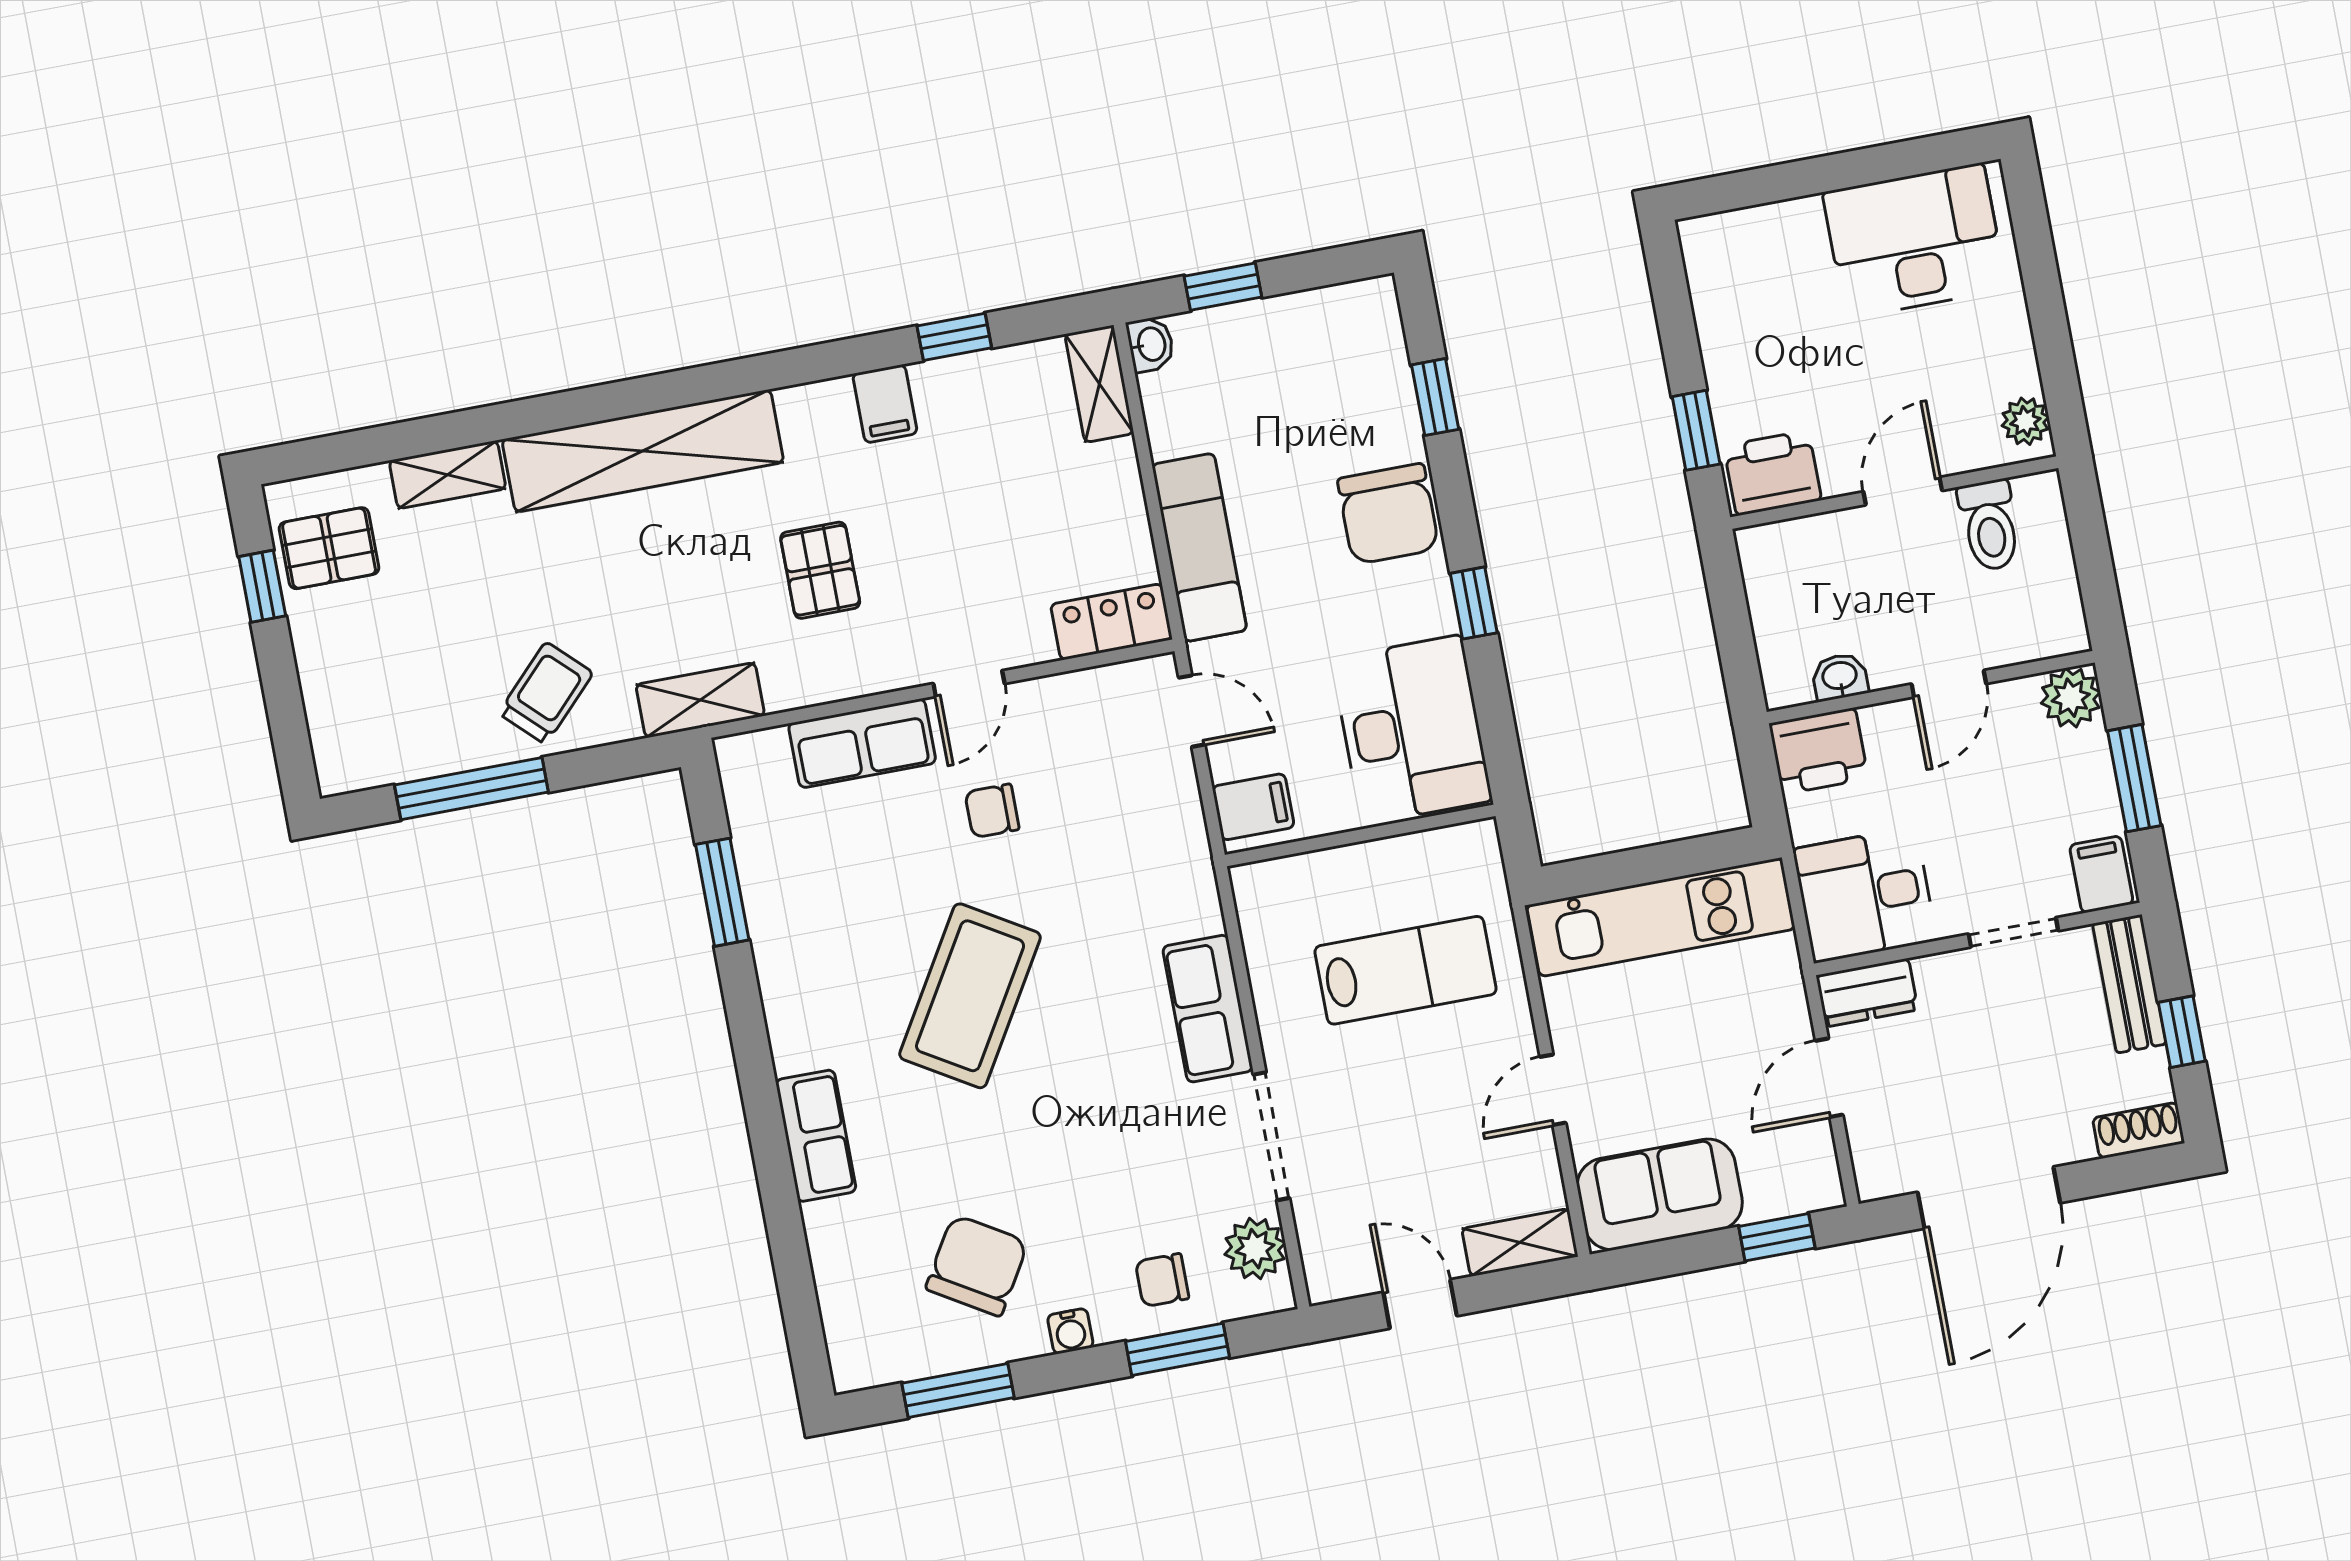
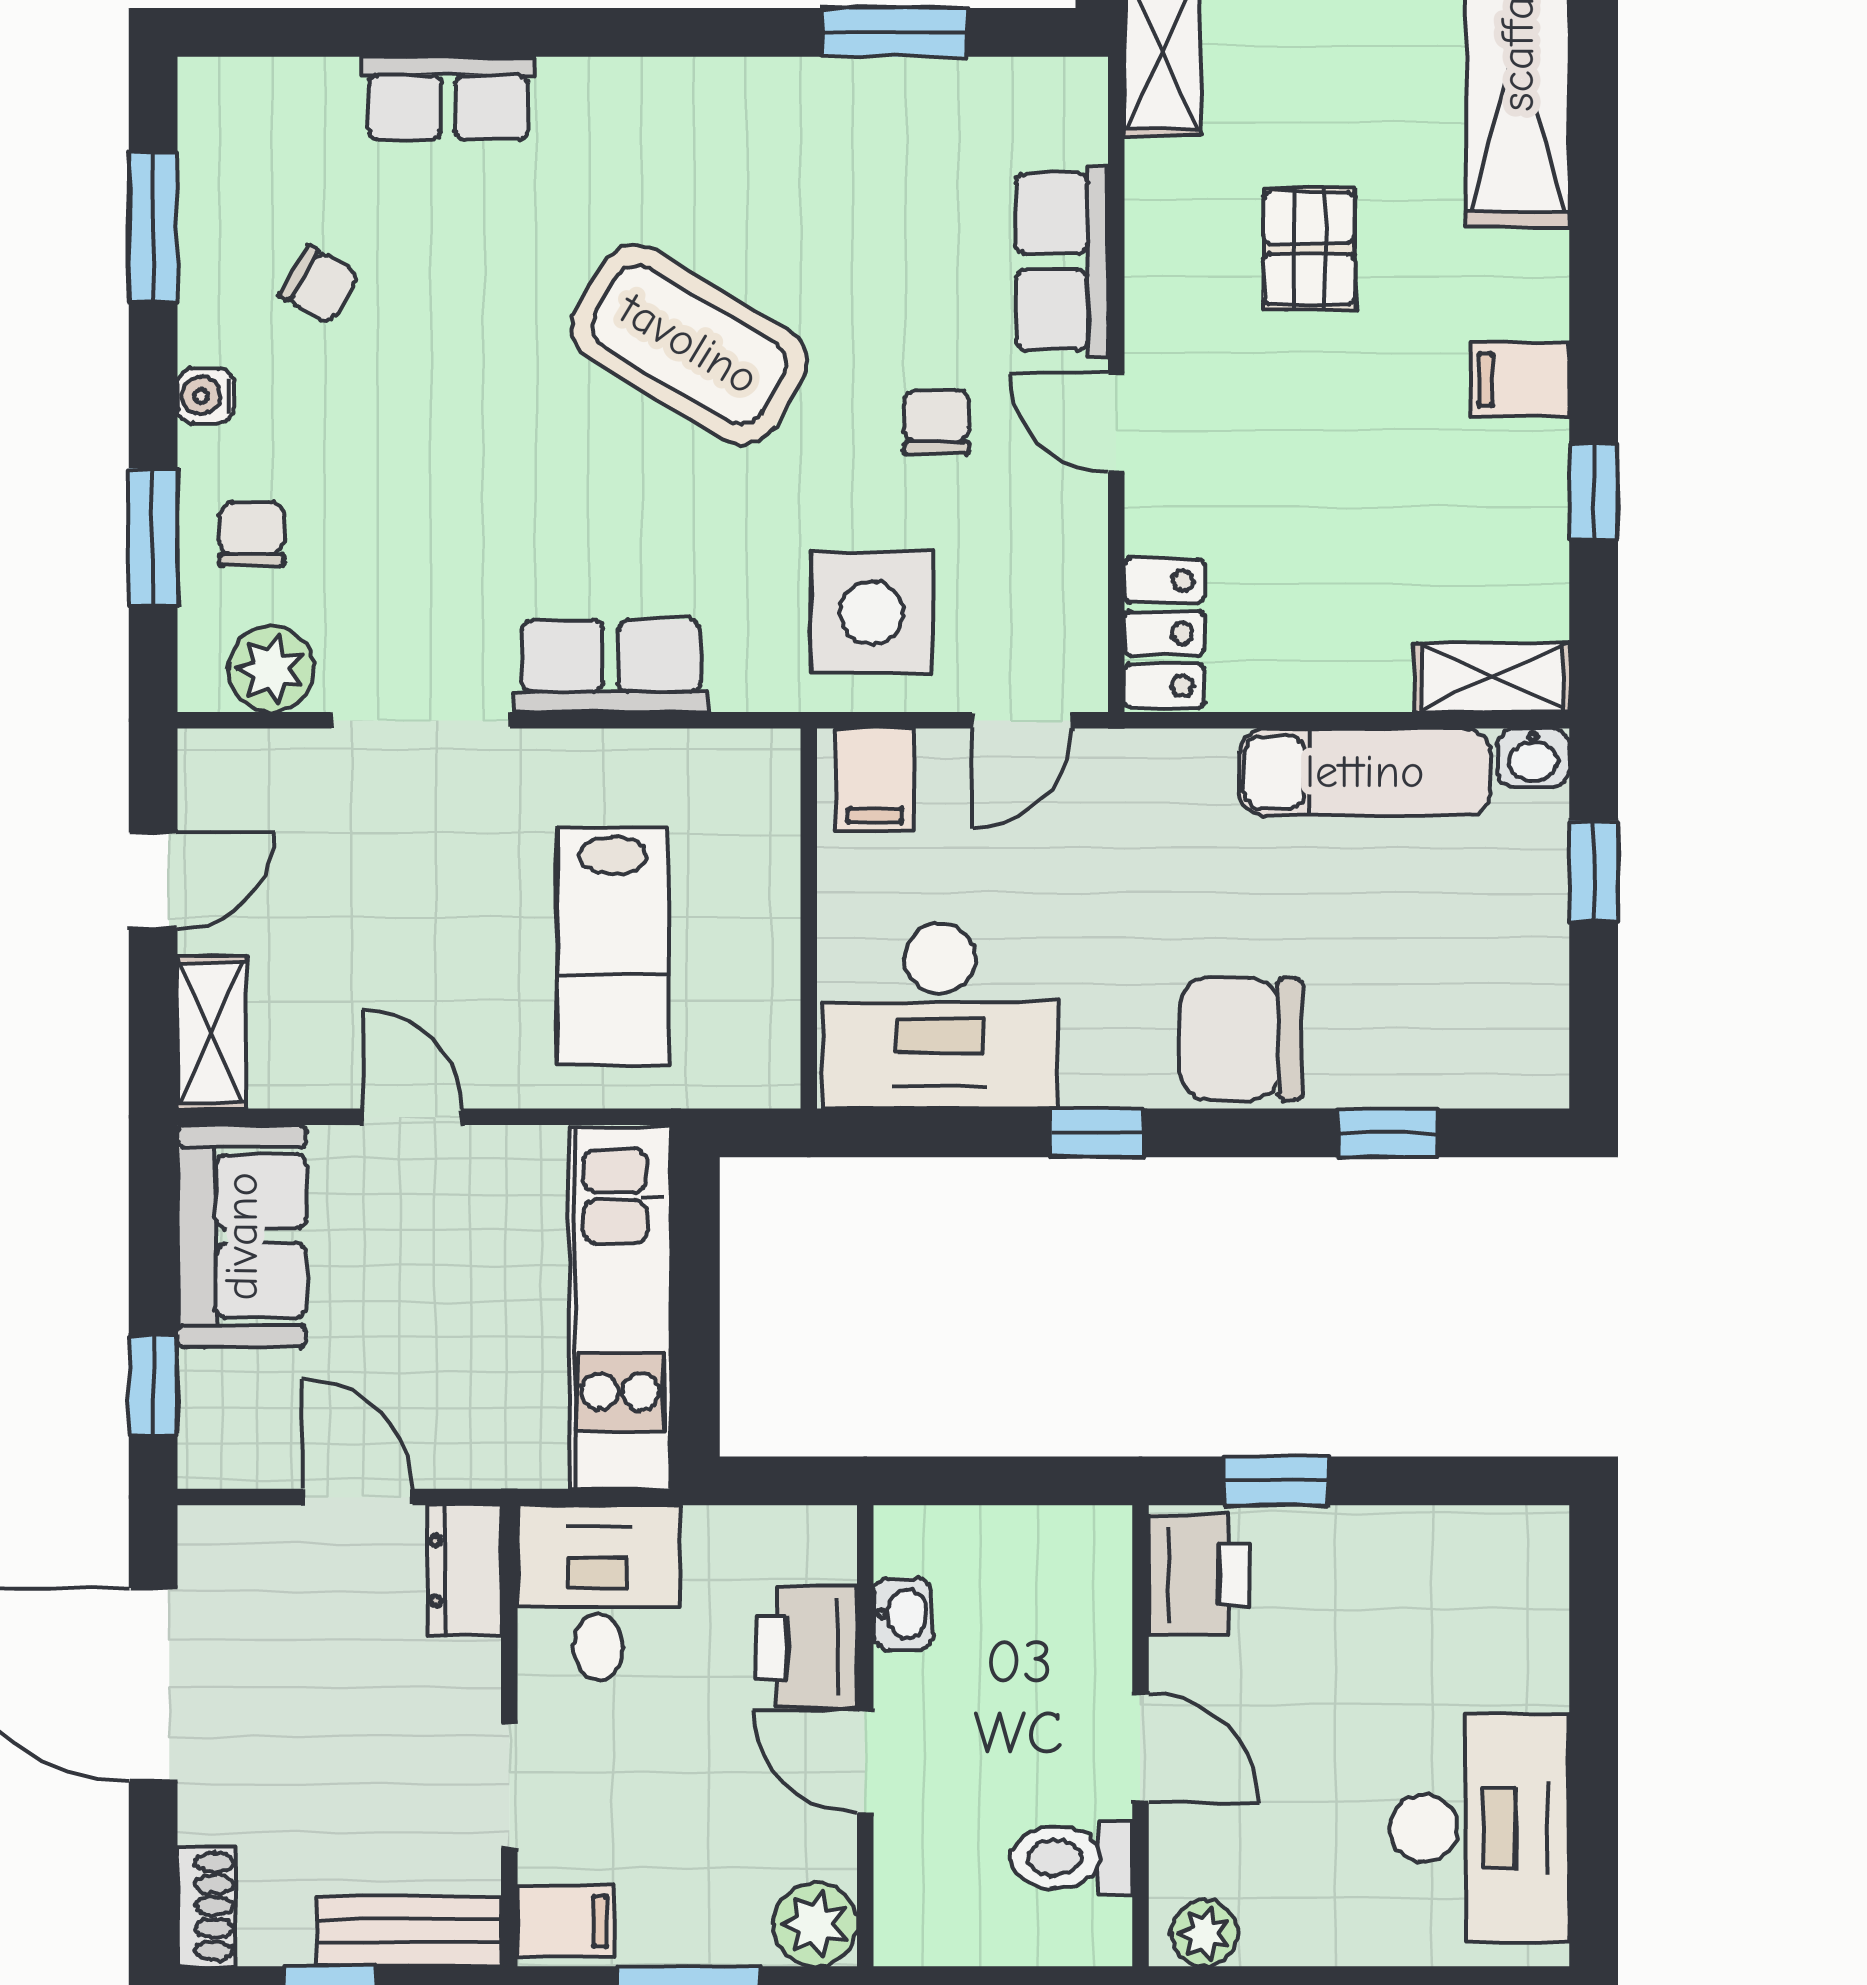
exam couch: (1199, 547) -> (1365, 772), moved
pallet: (820, 570) -> (1309, 248), turned 90
printer: (1819, 751) -> (807, 1647), moved
side table: (1136, 832) -> (871, 613), added
row of seats: (816, 1136) -> (448, 98), moved
chair: (977, 1265) -> (319, 285), width x0.54, depth x0.54

